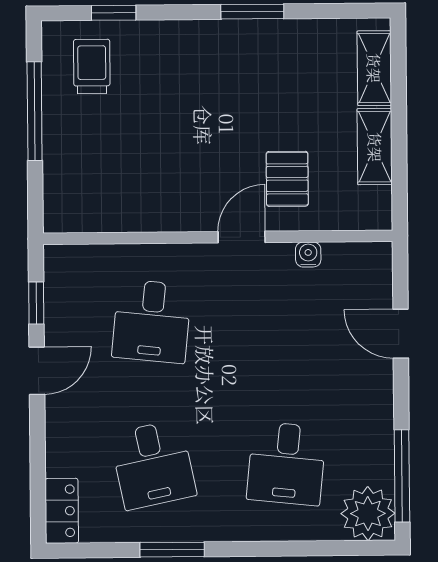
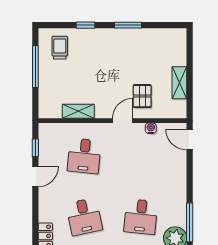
window: (114, 13) -> (86, 25), moved
shelving: (374, 68) -> (78, 111), moved, turned 90
door: (401, 334) -> (190, 139), moved

